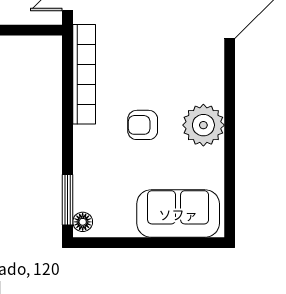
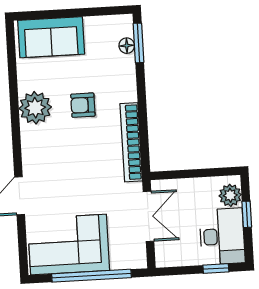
armchair: (143, 125) -> (83, 105), turned 180
floor lamp: (83, 222) -> (127, 46), moved

